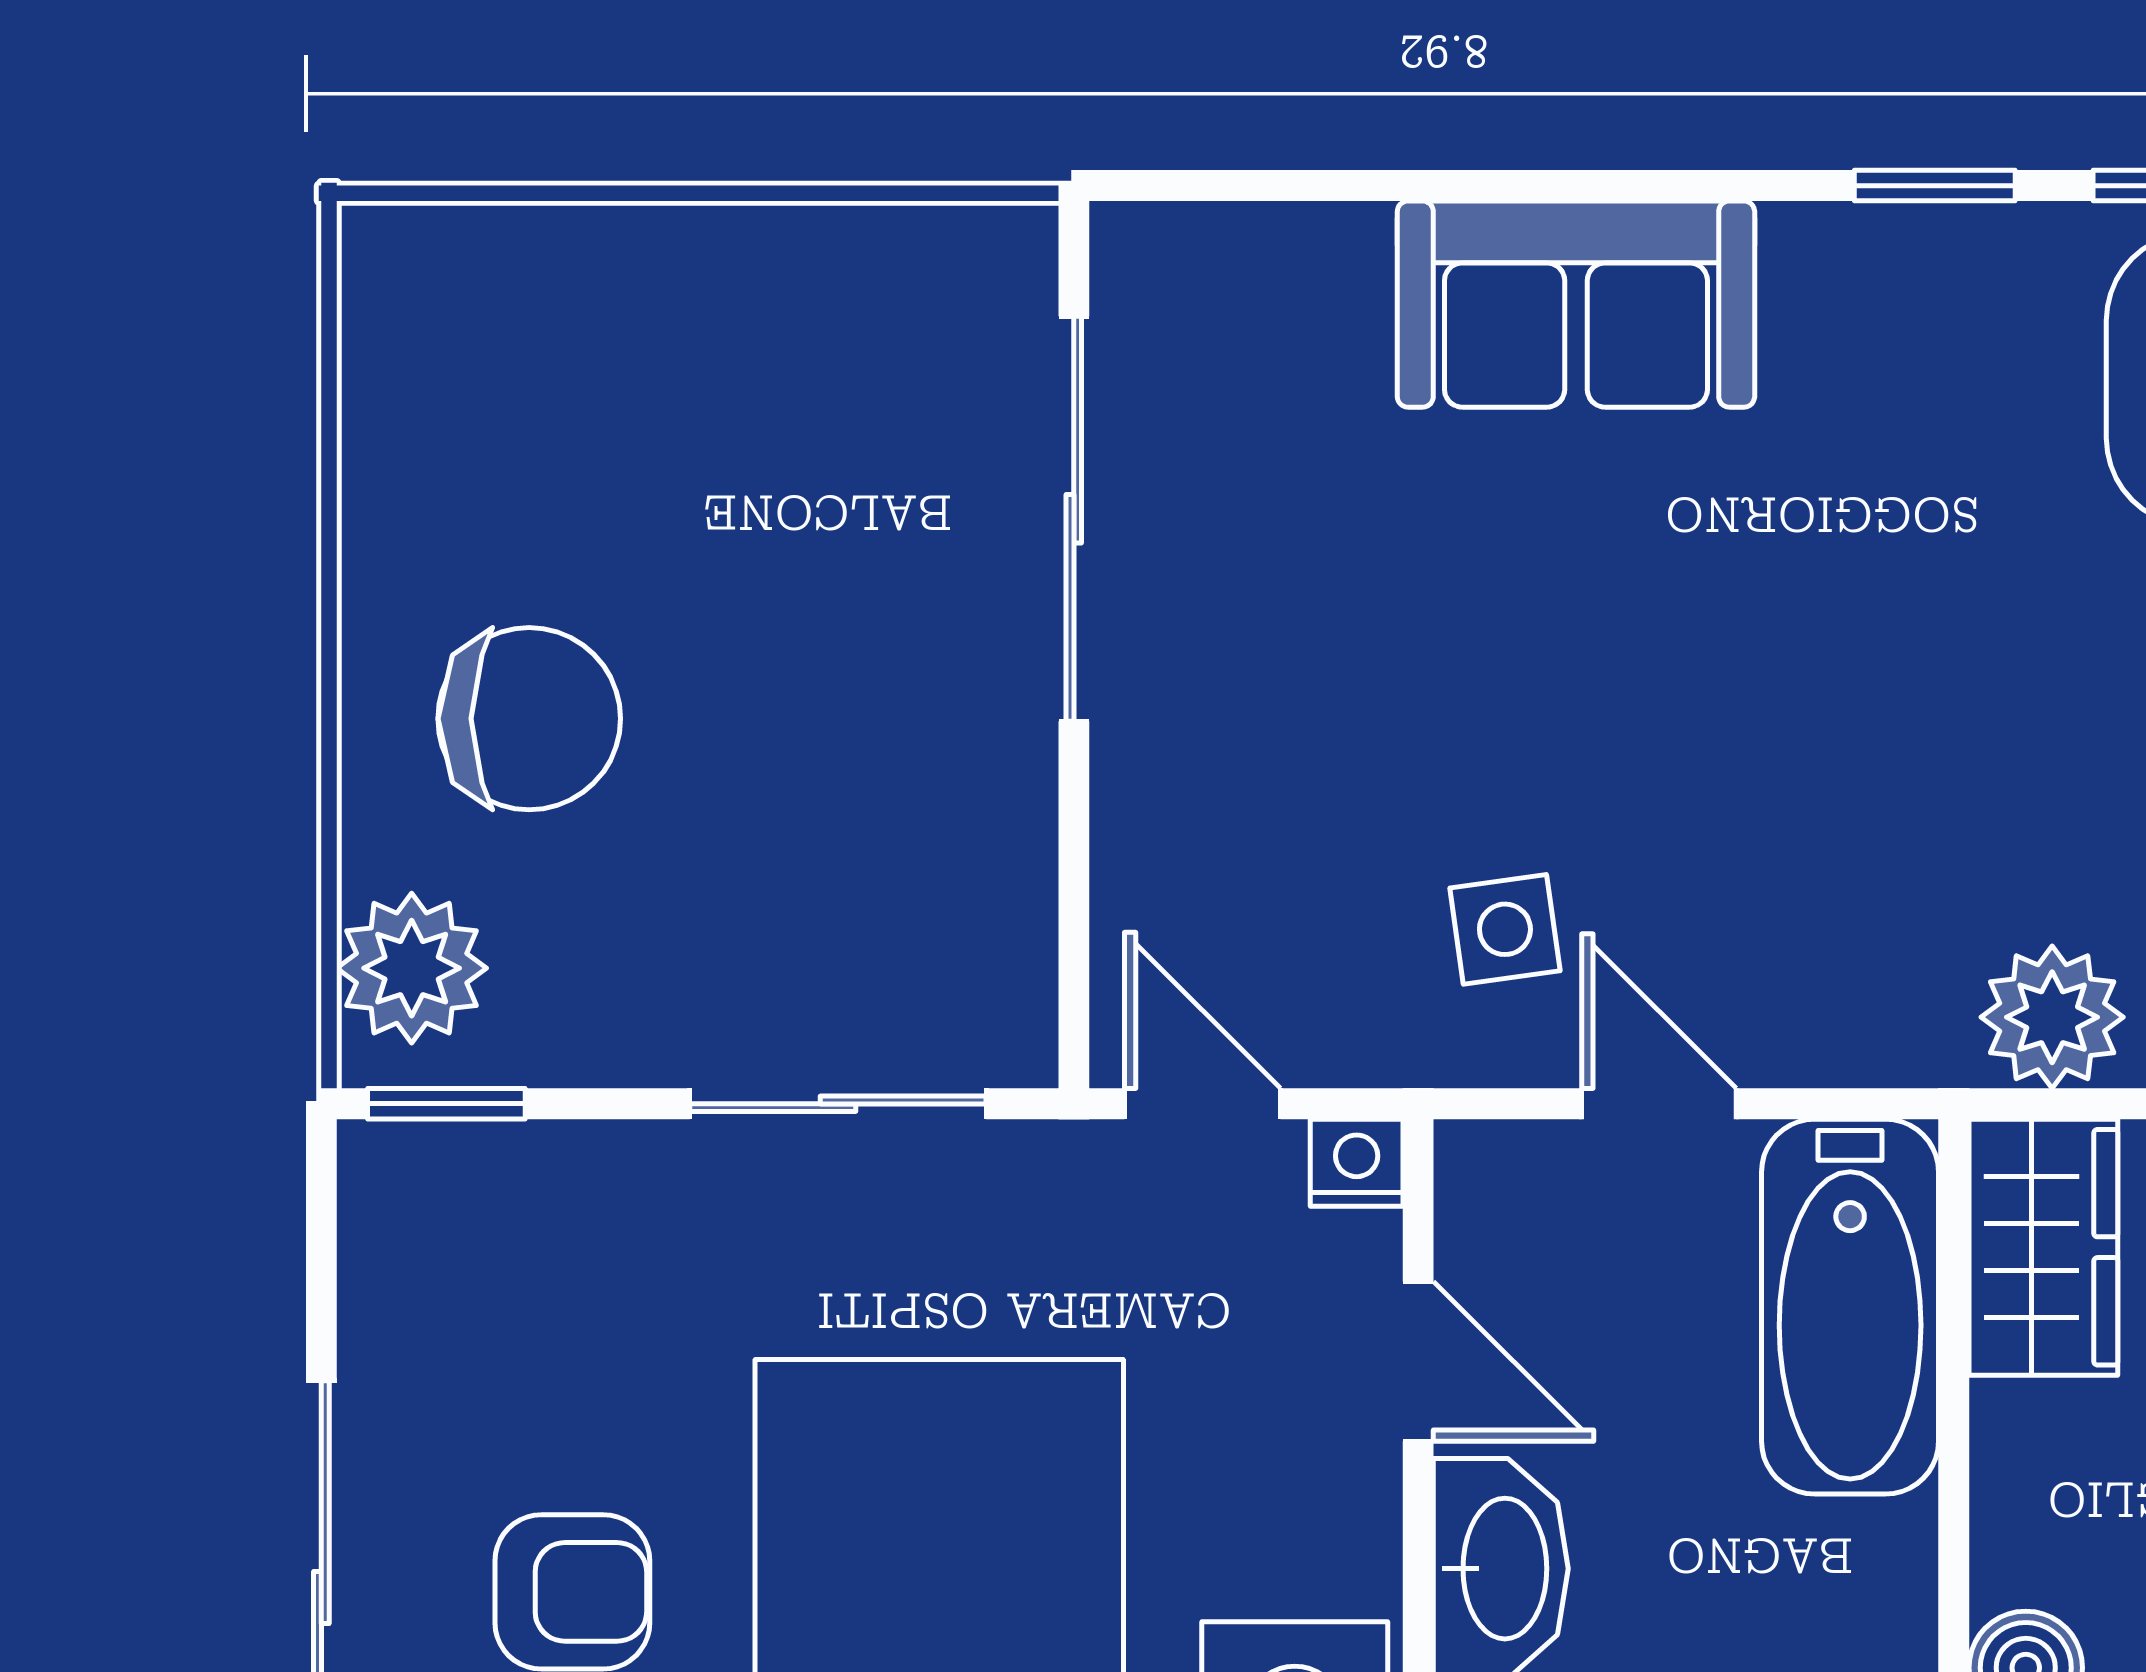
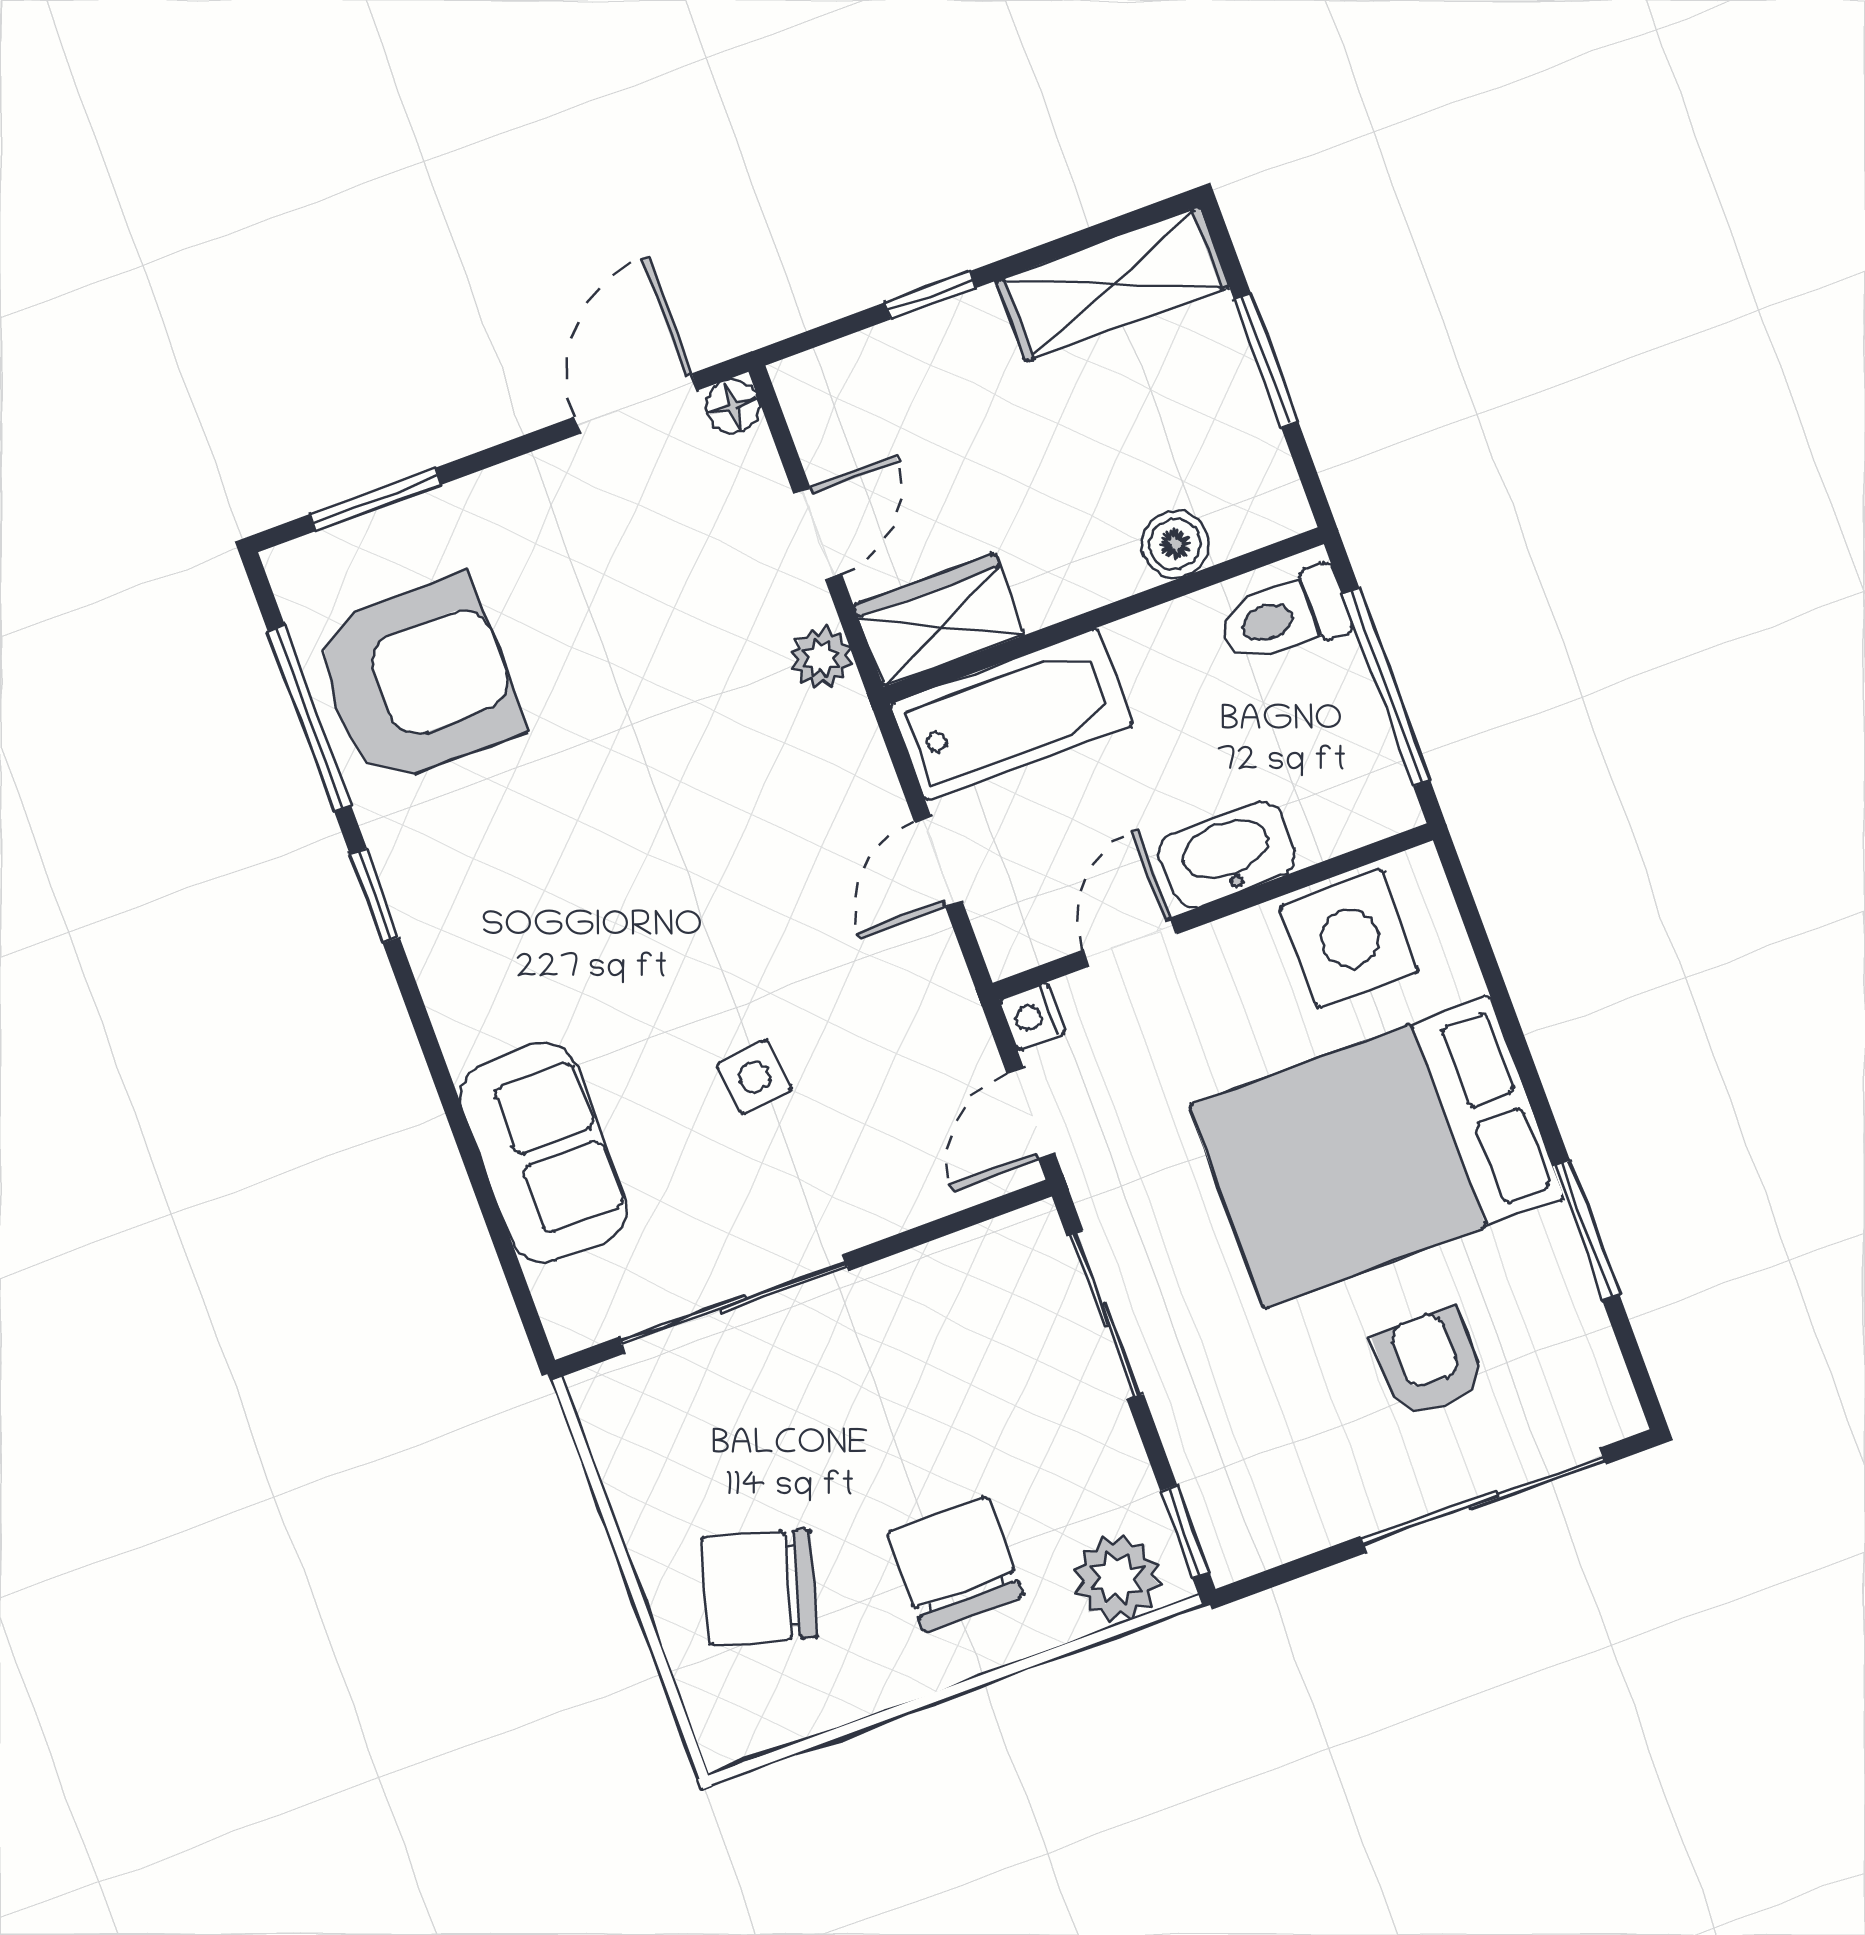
sofa: (1576, 304) -> (544, 1153), moved
chair: (607, 393) -> (759, 1587), added
side table: (1505, 929) -> (754, 1077), moved
plant: (2052, 1017) -> (821, 658), width x0.73, depth x0.73

